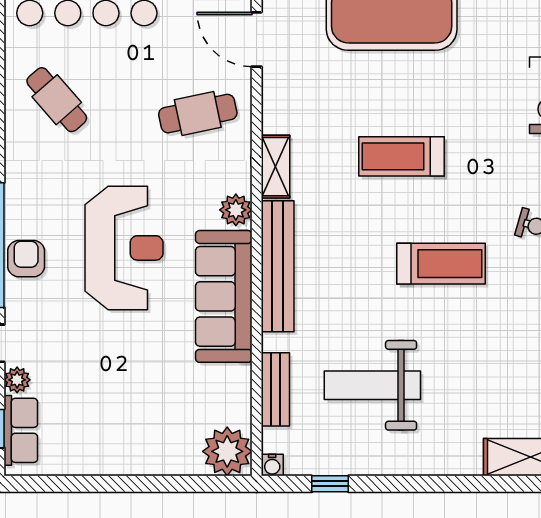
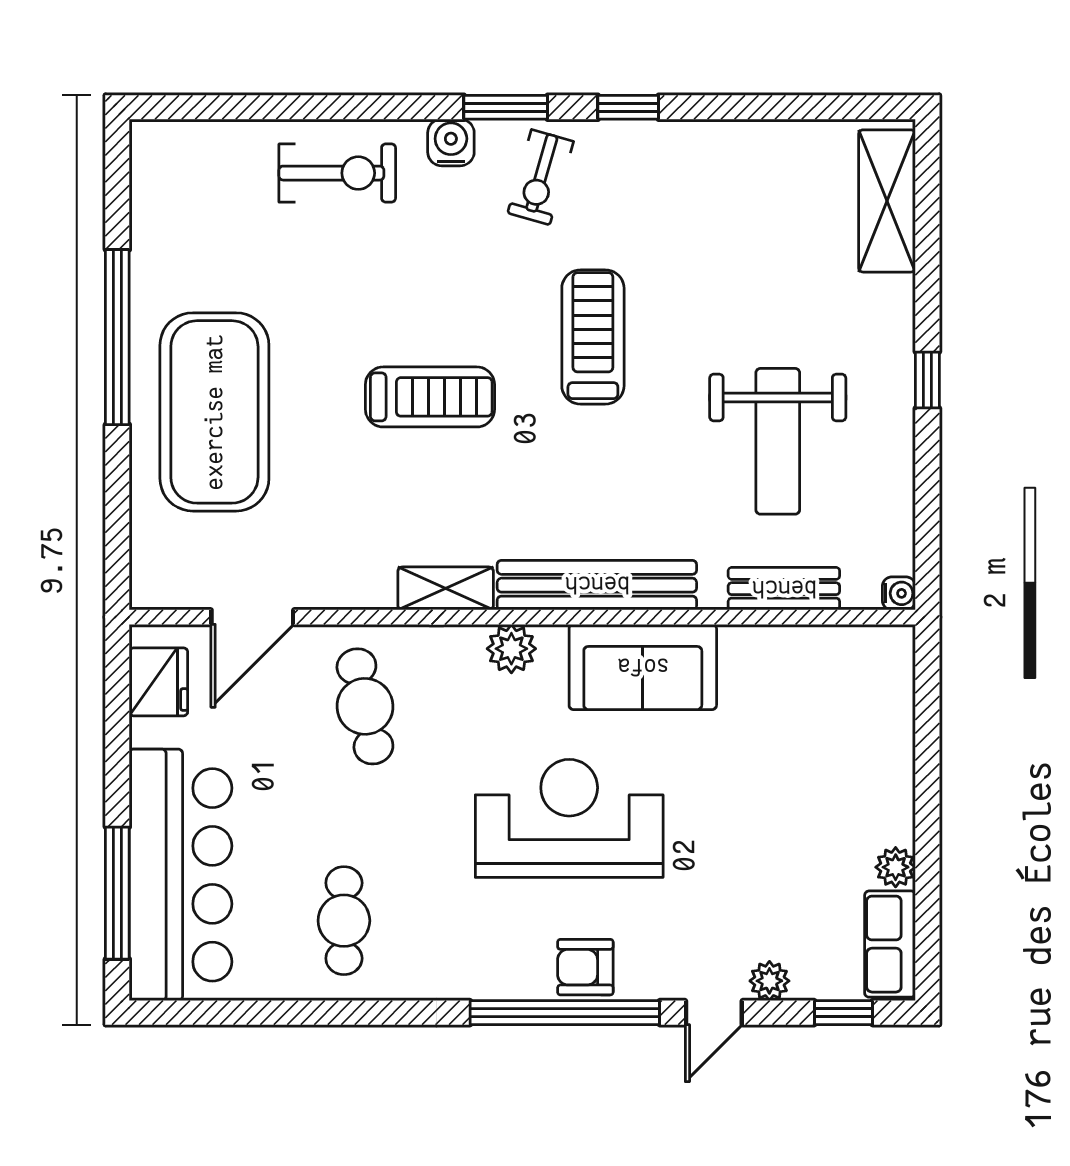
cafe table: (57, 100) -> (344, 921), turned -49
treadmill: (402, 156) -> (430, 397), turned -90
sofa: (224, 296) -> (643, 667), width x0.73
row of seats: (21, 430) -> (890, 944), moved, turned -90
plant: (227, 451) -> (896, 867), moved, width x0.53, depth x0.53
window: (330, 484) -> (927, 380), moved

